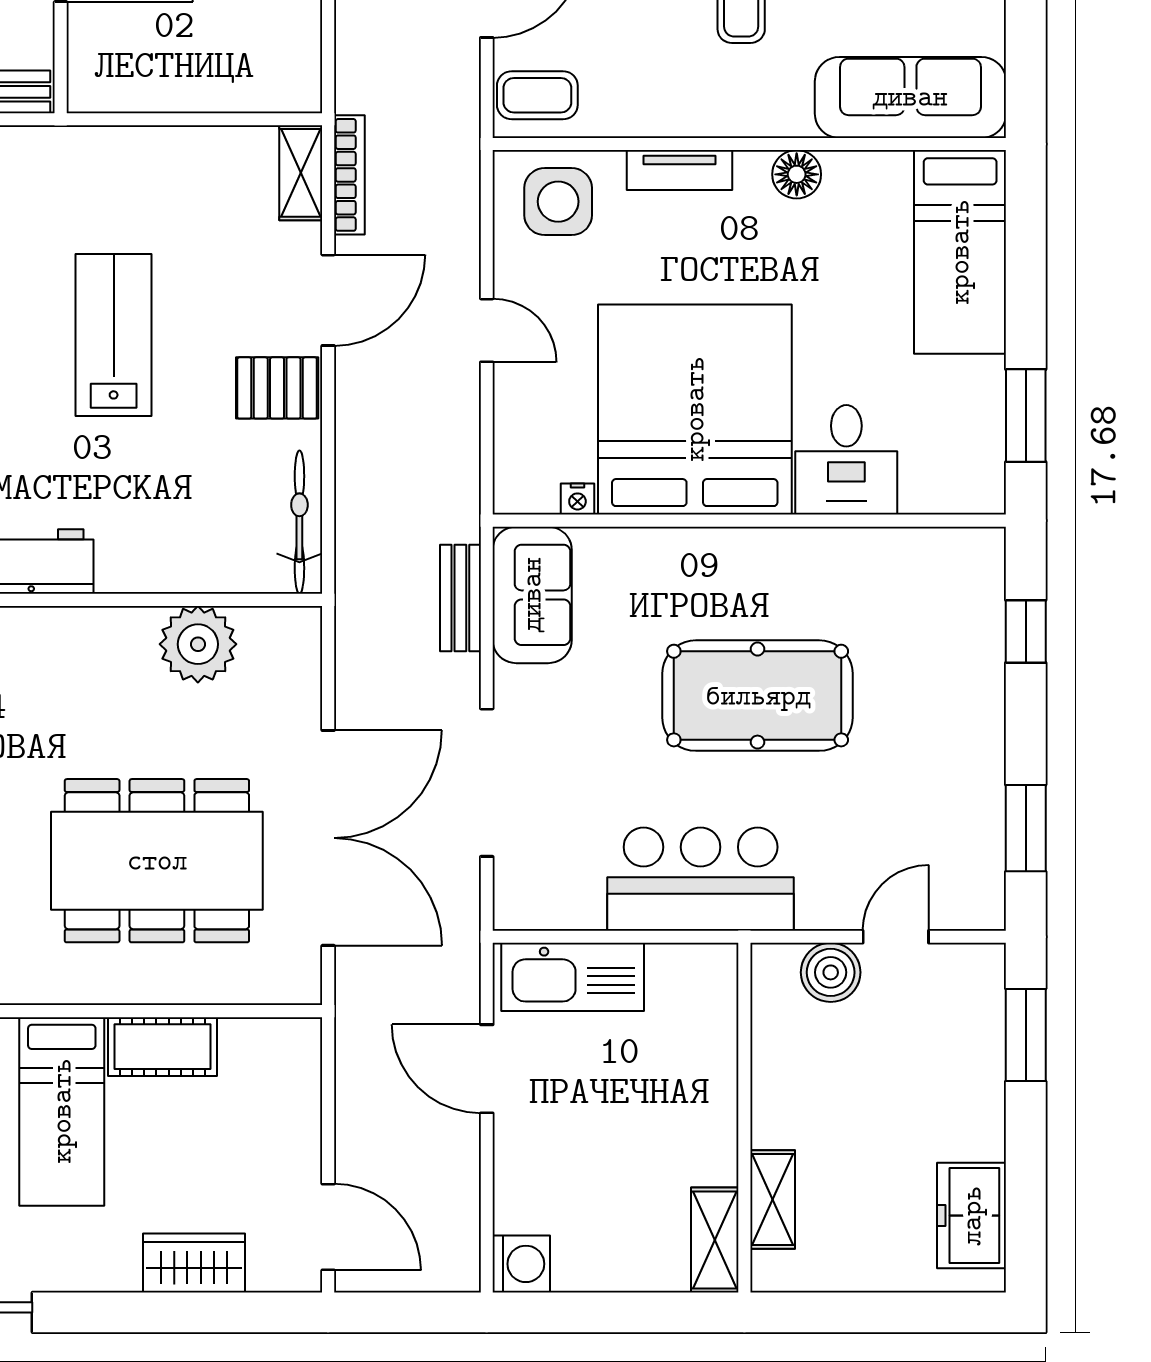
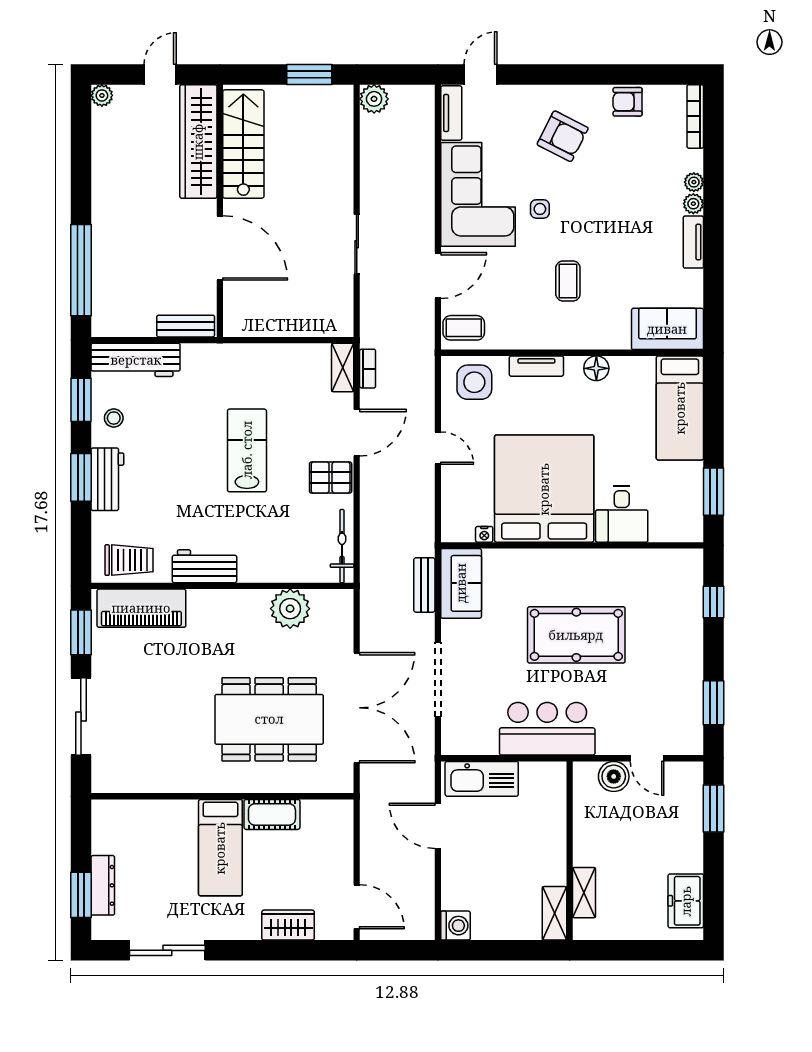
sofa: (910, 97) -> (667, 329), width x0.73
bookcase: (349, 175) -> (368, 369), width x0.64
door: (896, 937) -> (647, 758), swing flipped

